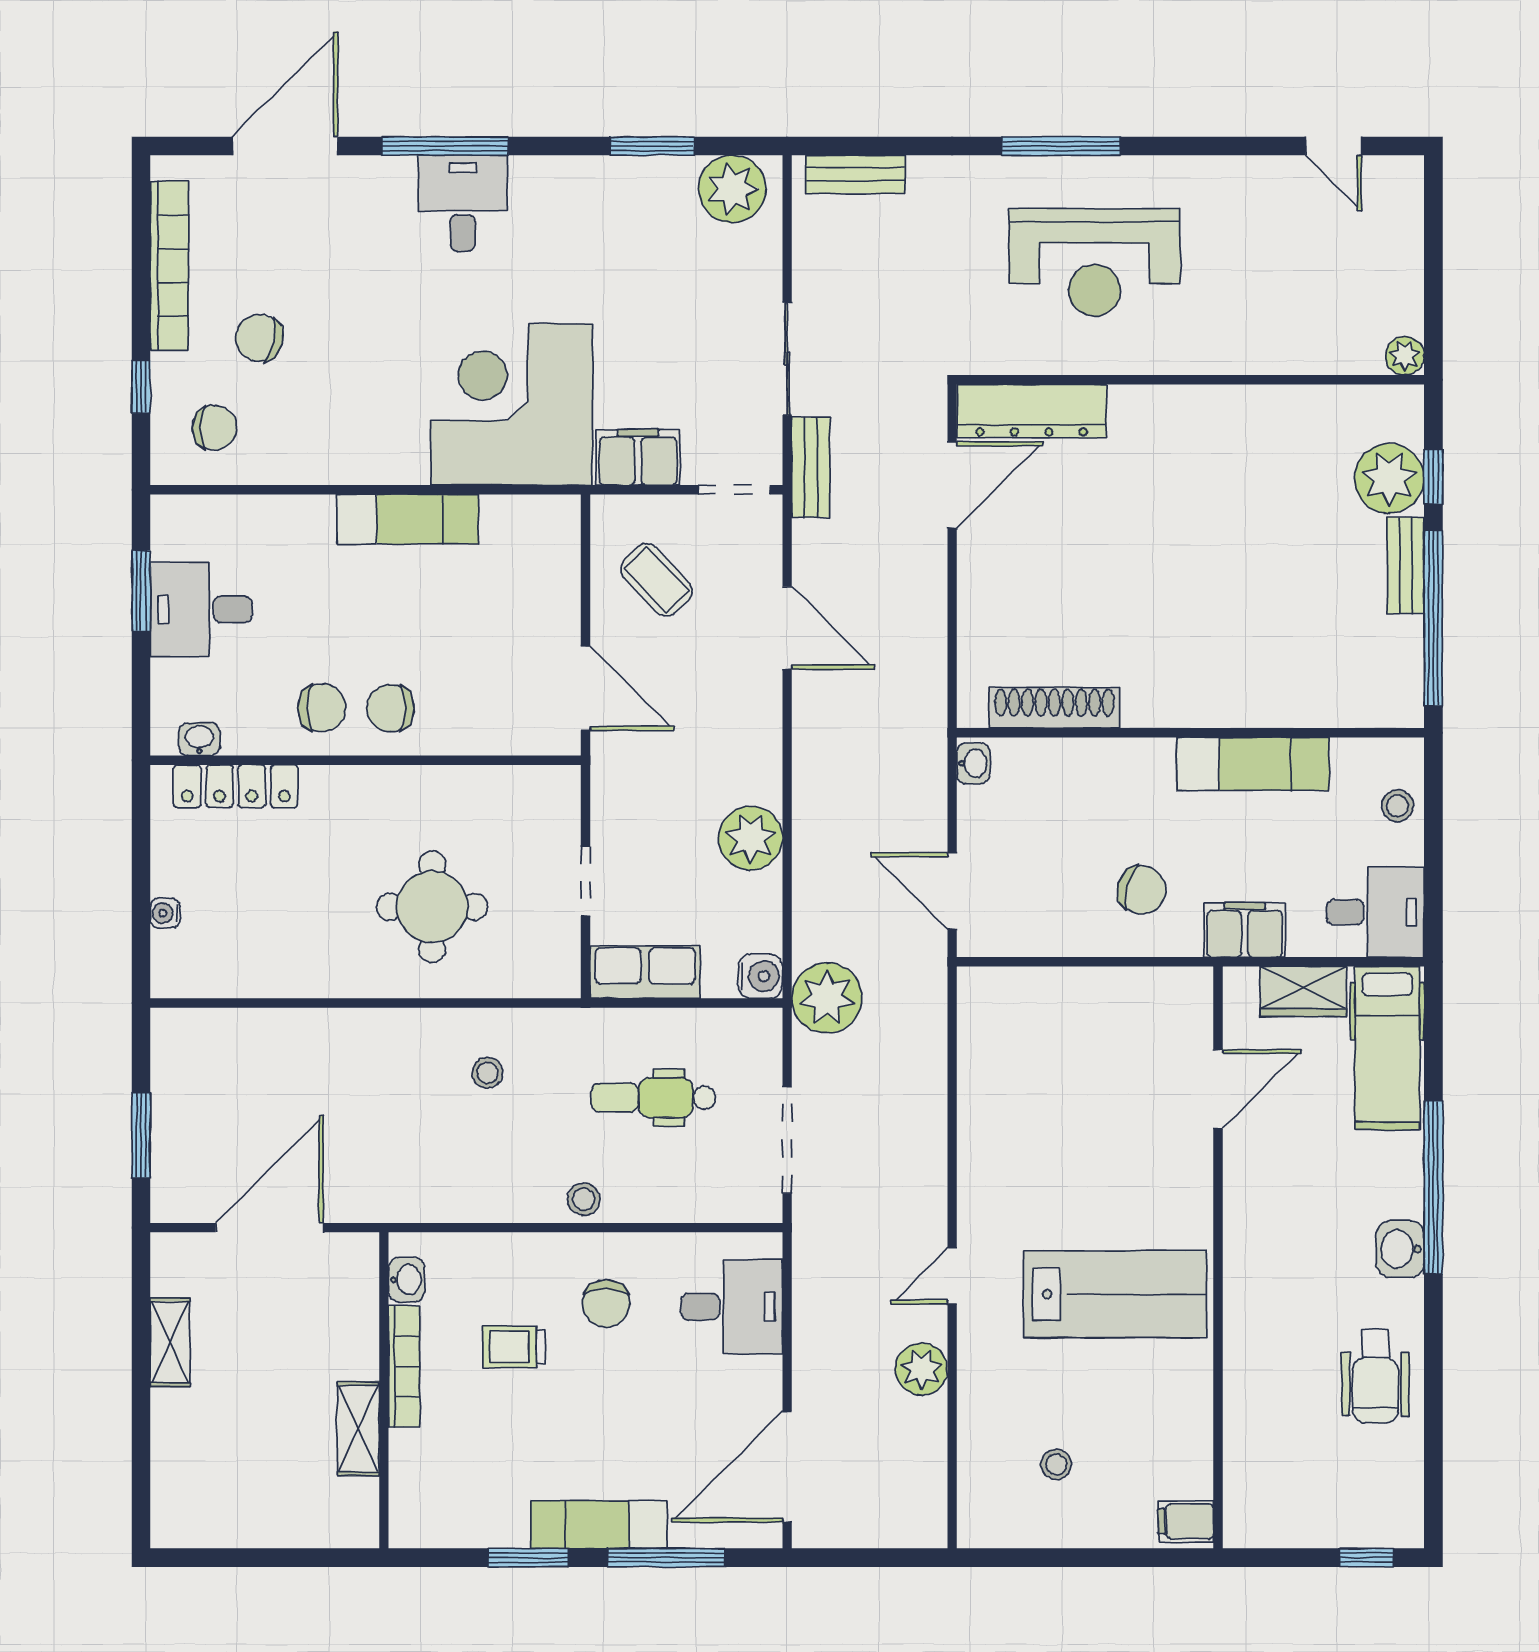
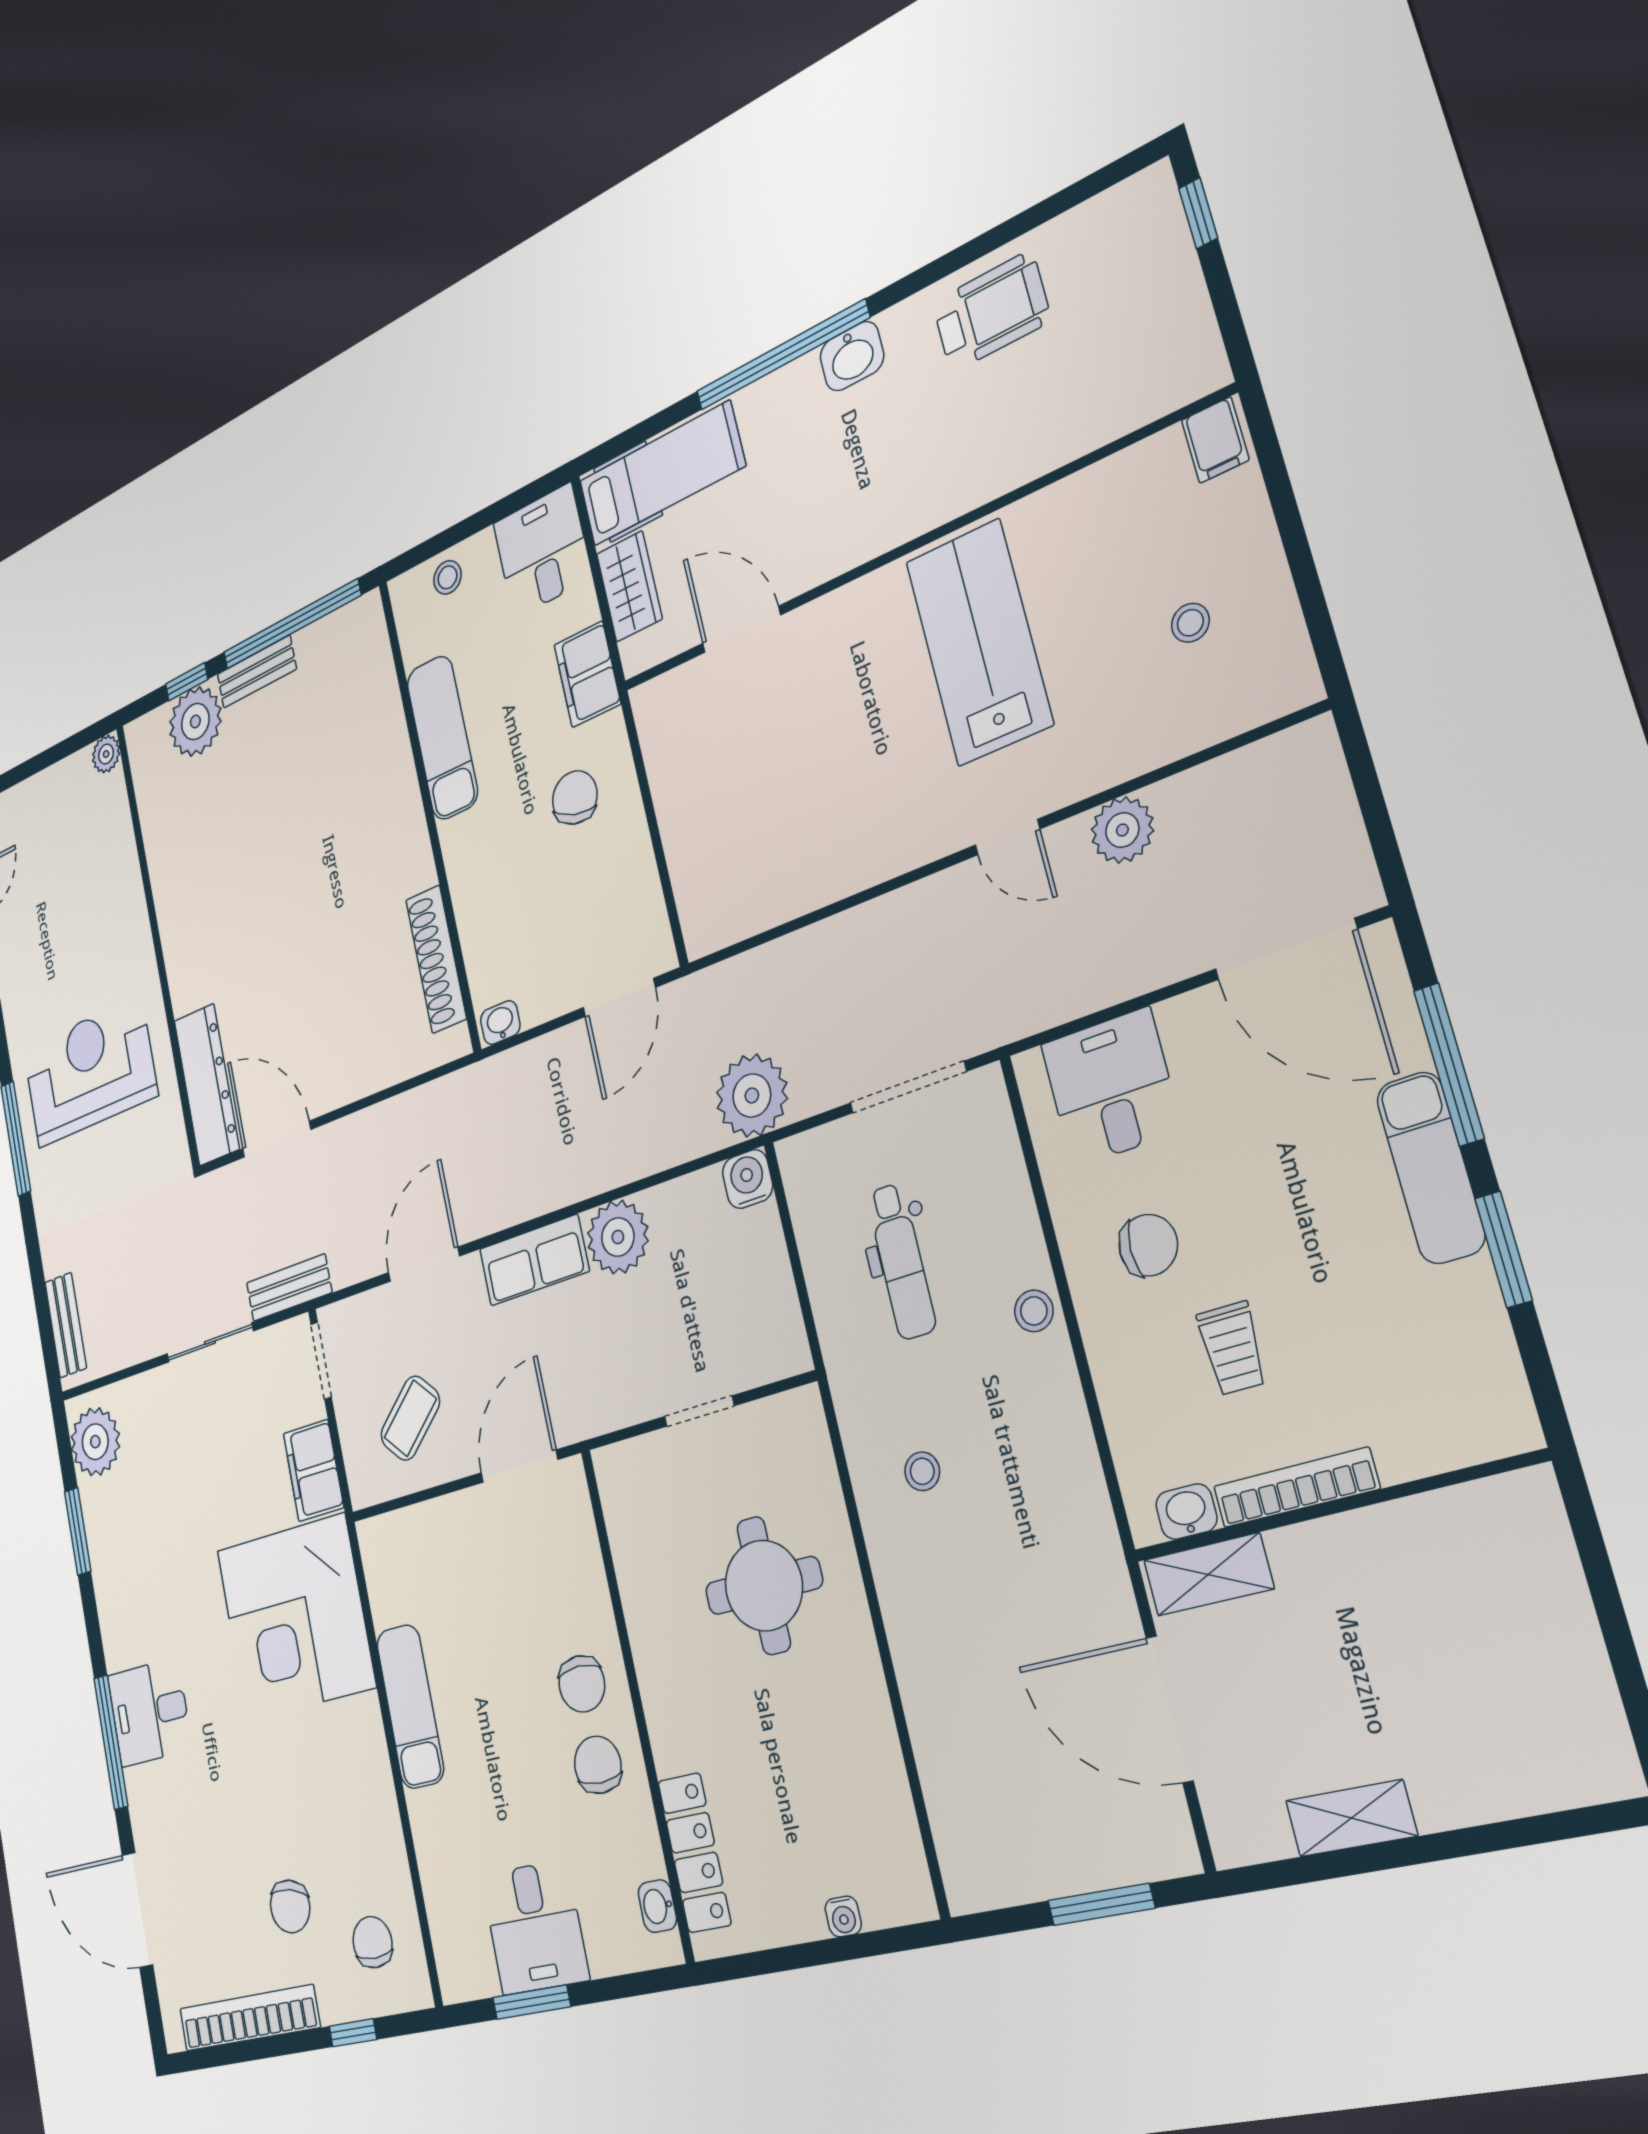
reception desk: (1094, 262) -> (90, 1072), turned -90
row of seats: (645, 972) -> (534, 1260), moved, turned -90
shelving: (358, 1429) -> (1208, 1574), moved

